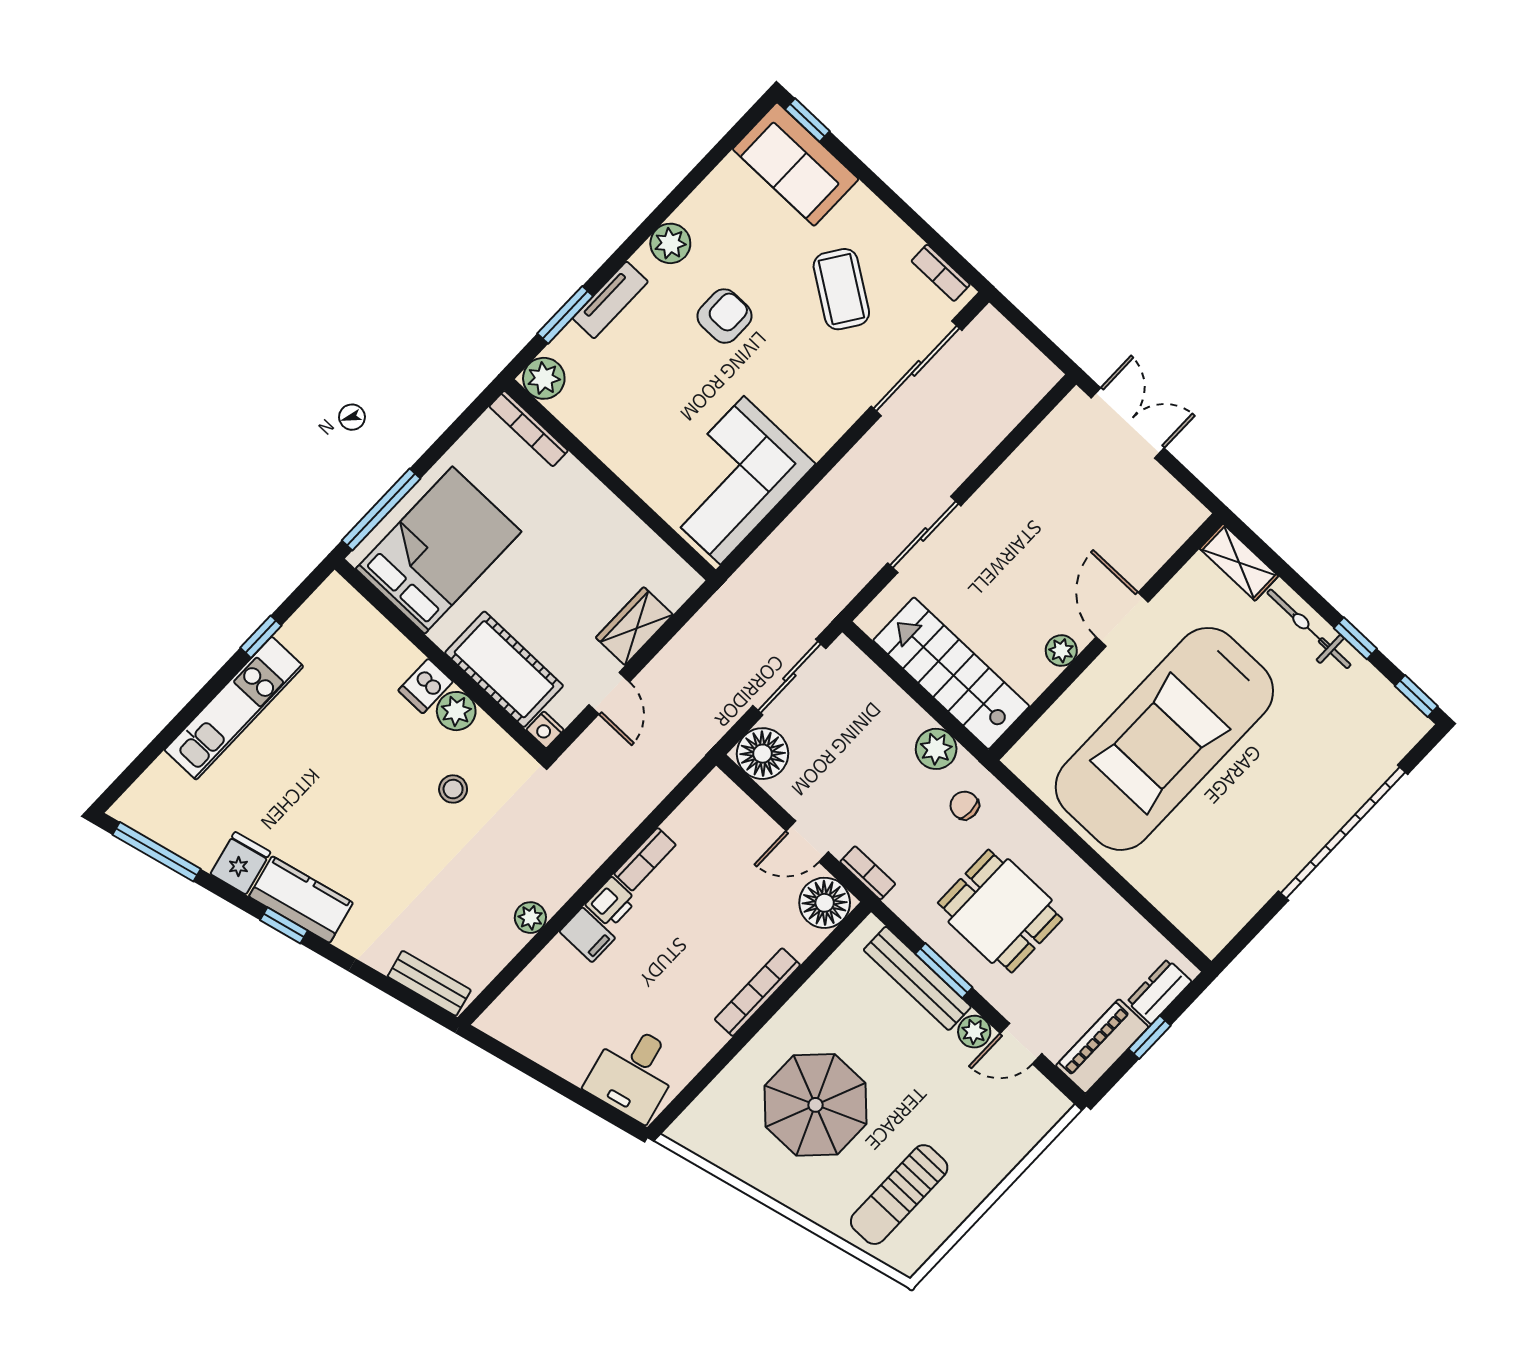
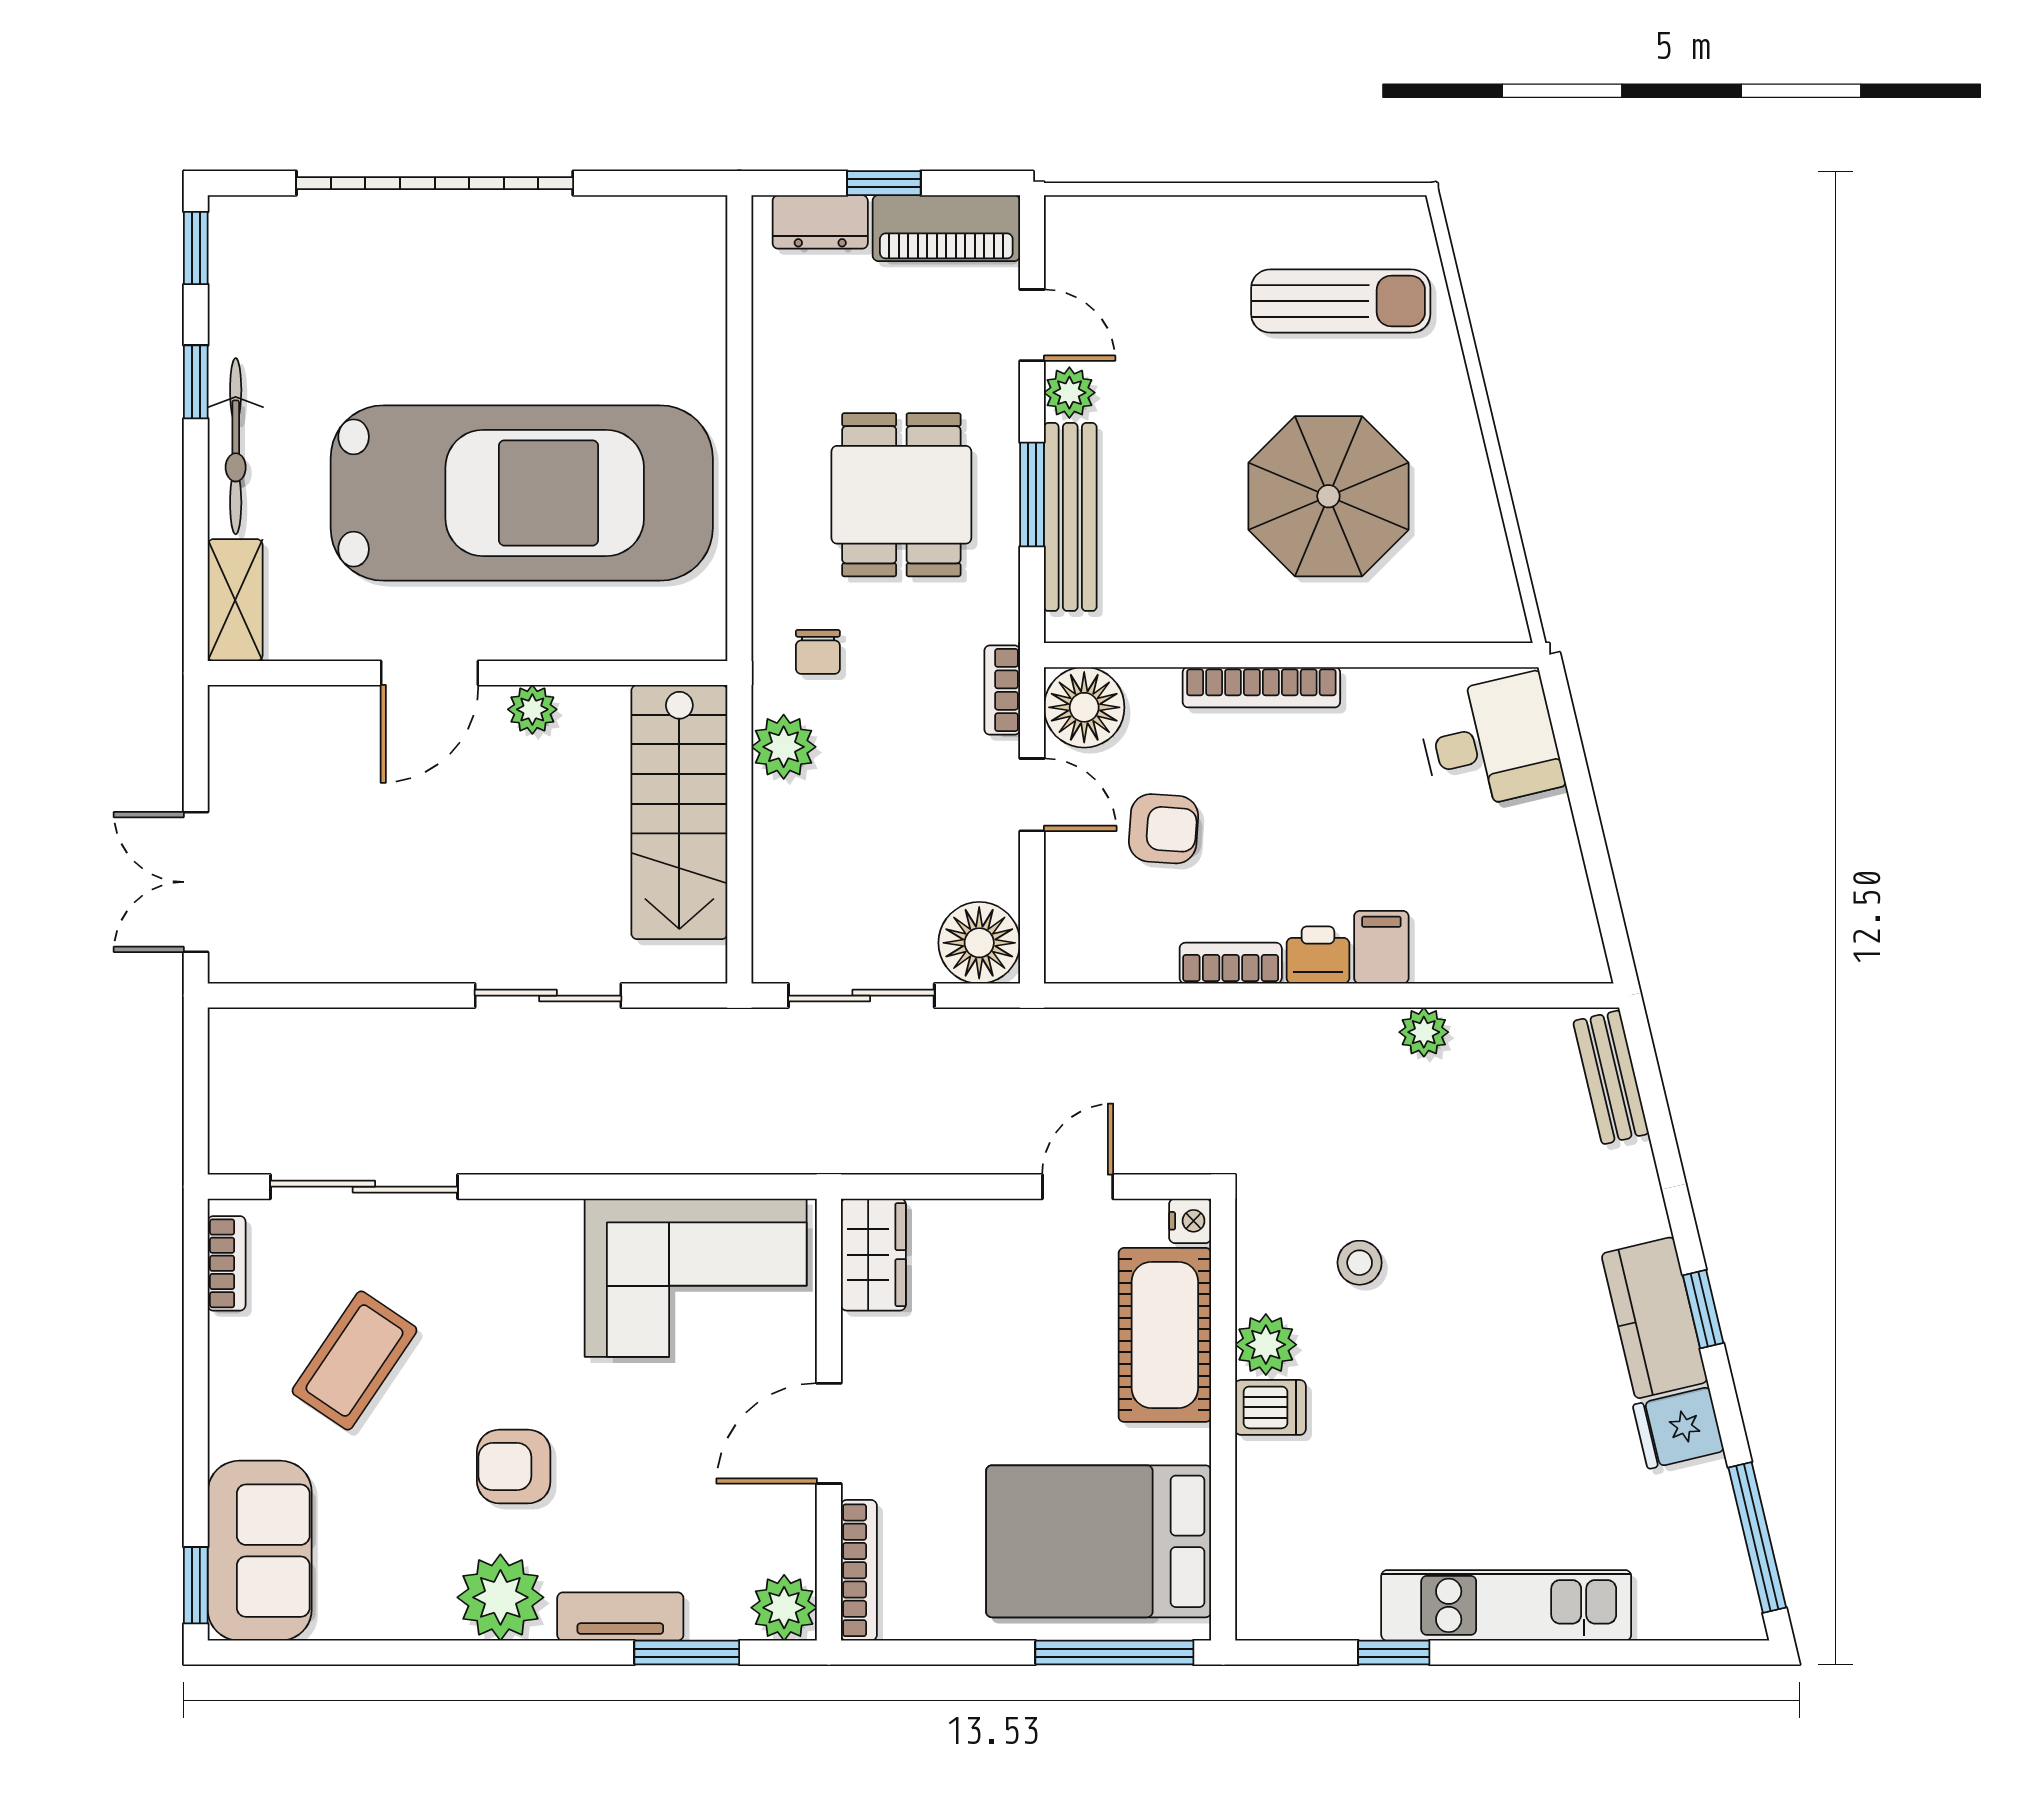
plant: (670, 243) -> (500, 1597), width x1.36, depth x1.36
door: (604, 474) -> (829, 1433), added
wardrobe: (634, 626) -> (873, 1255), moved, turned -90
armchair: (735, 887) -> (1164, 829), added

